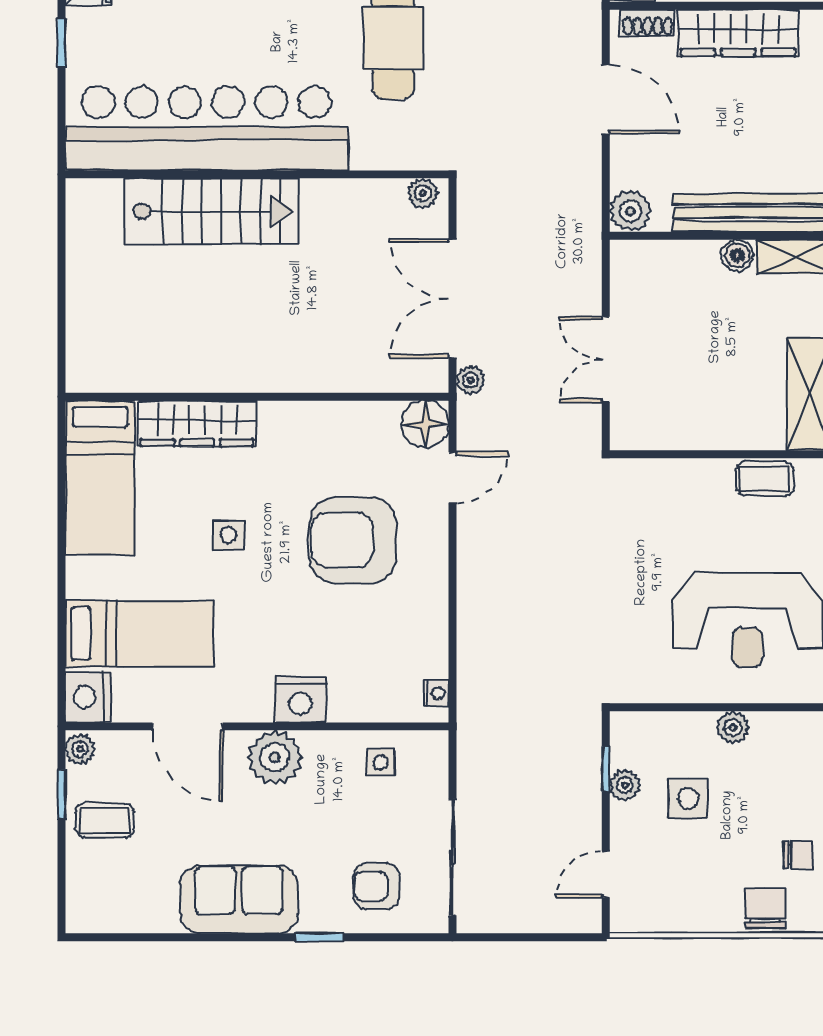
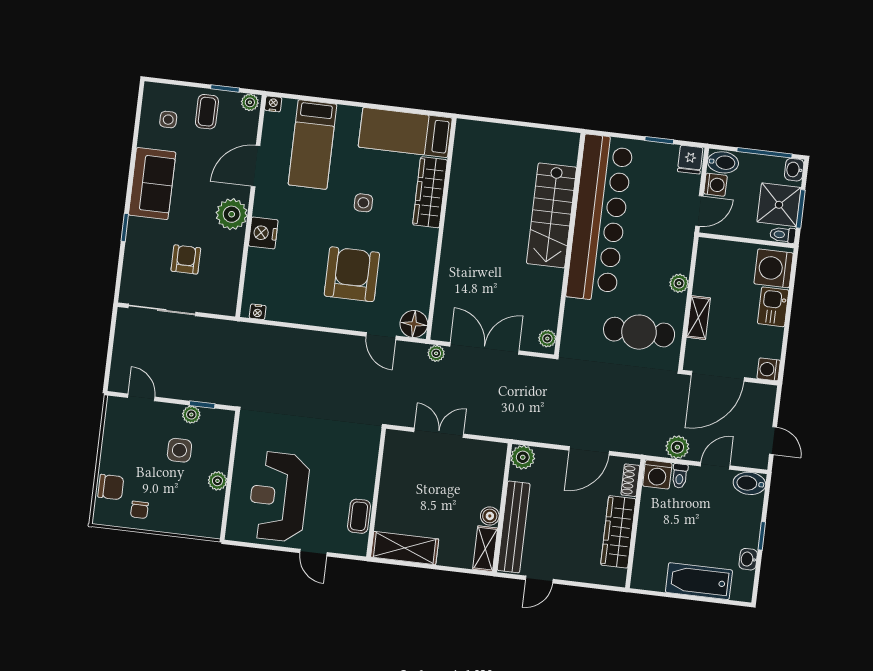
nightstand: (88, 697) -> (273, 104), width x0.53, depth x0.56
side table: (381, 762) -> (168, 120), moved
armchair: (377, 886) -> (186, 259), moved

